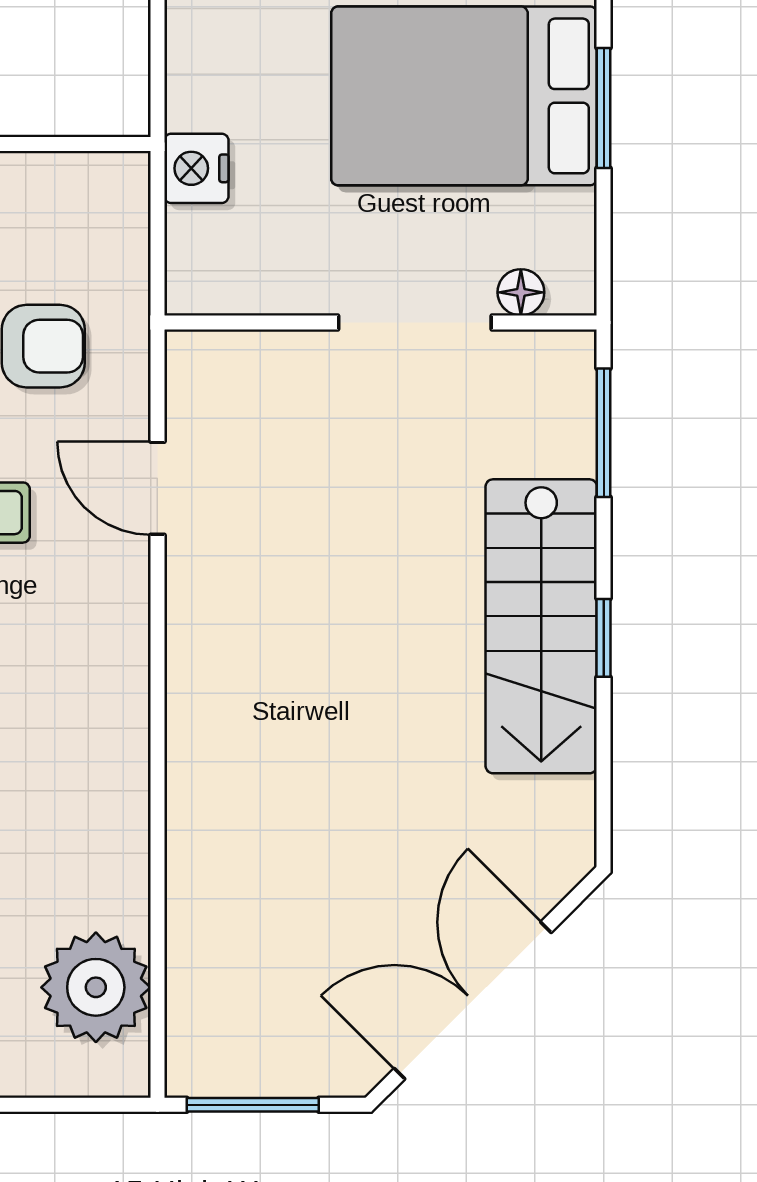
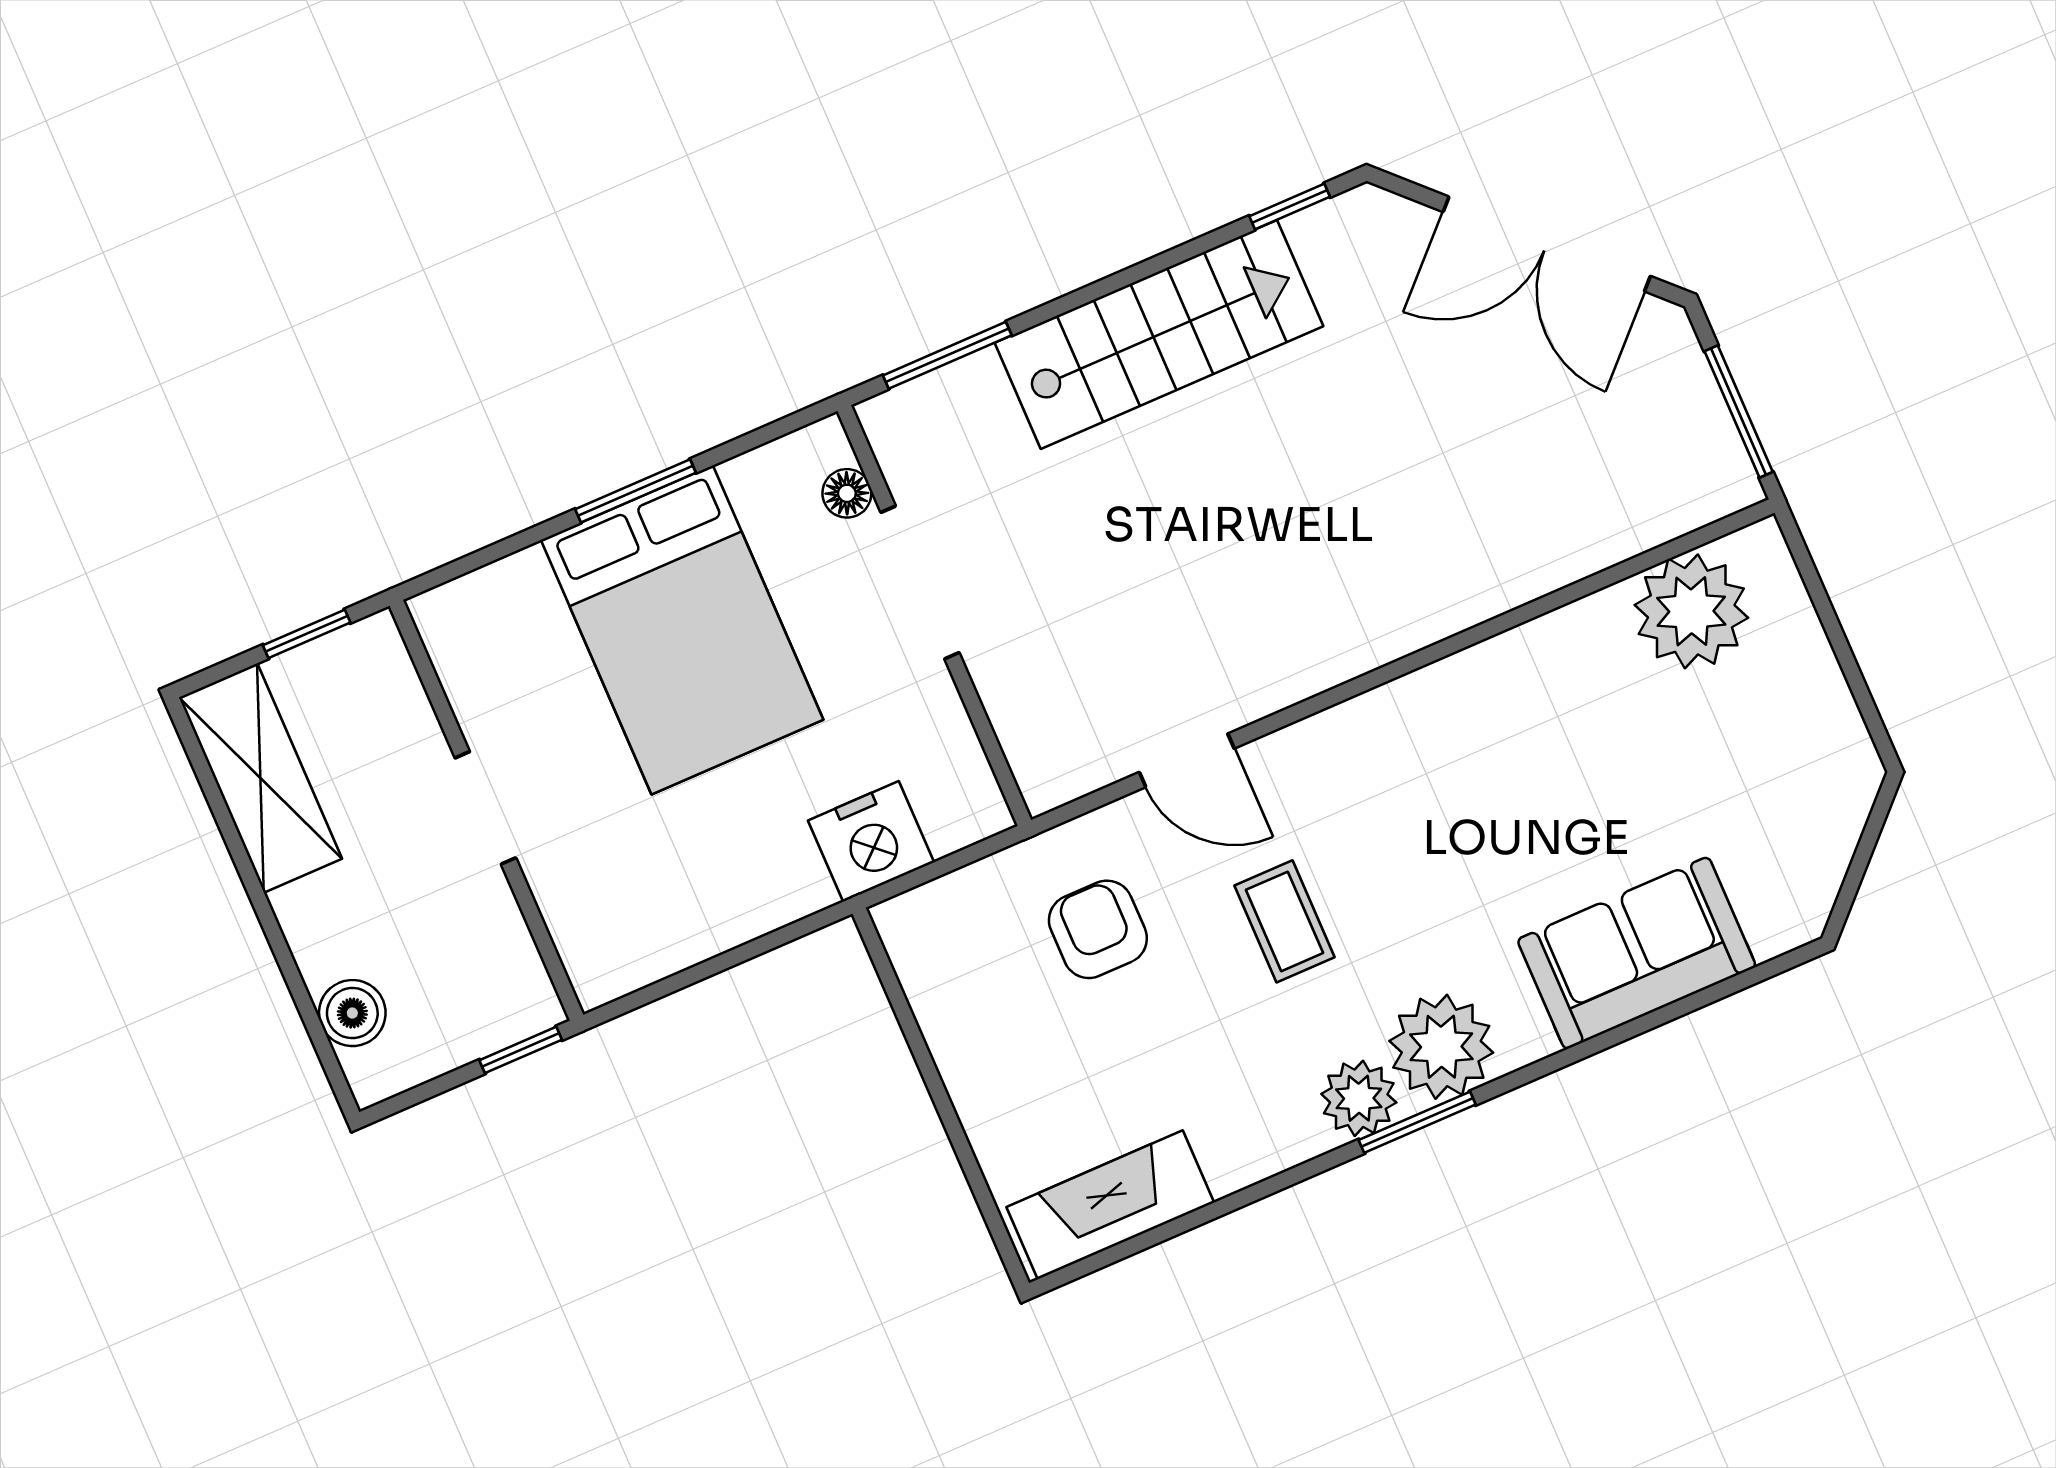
nightstand: (196, 168) -> (871, 841), width x1.36, depth x1.33
door: (157, 488) -> (1187, 760), hinge flipped
window: (604, 638) -> (1290, 206), moved

